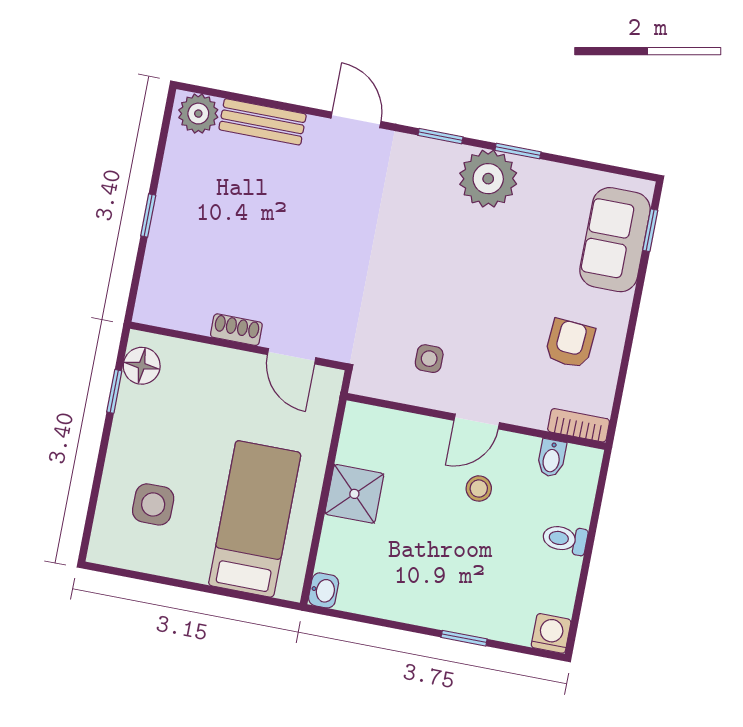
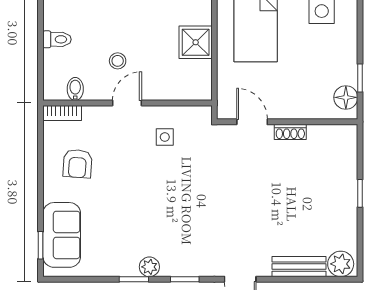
plant: (488, 179) -> (149, 267), width x0.53, depth x0.53

